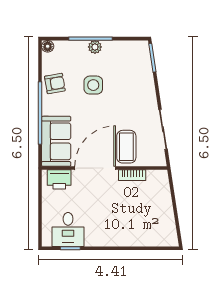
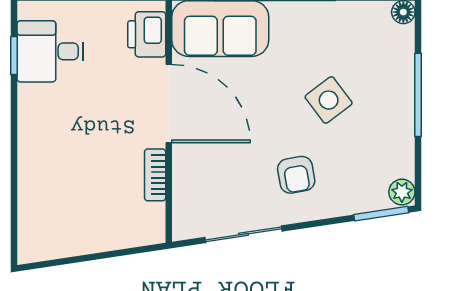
plant: (95, 47) -> (402, 192), moved
armchair: (55, 84) -> (296, 175), moved
side table: (93, 85) -> (329, 100), turned -37
coffee table: (126, 147) -> (210, 164), removed

